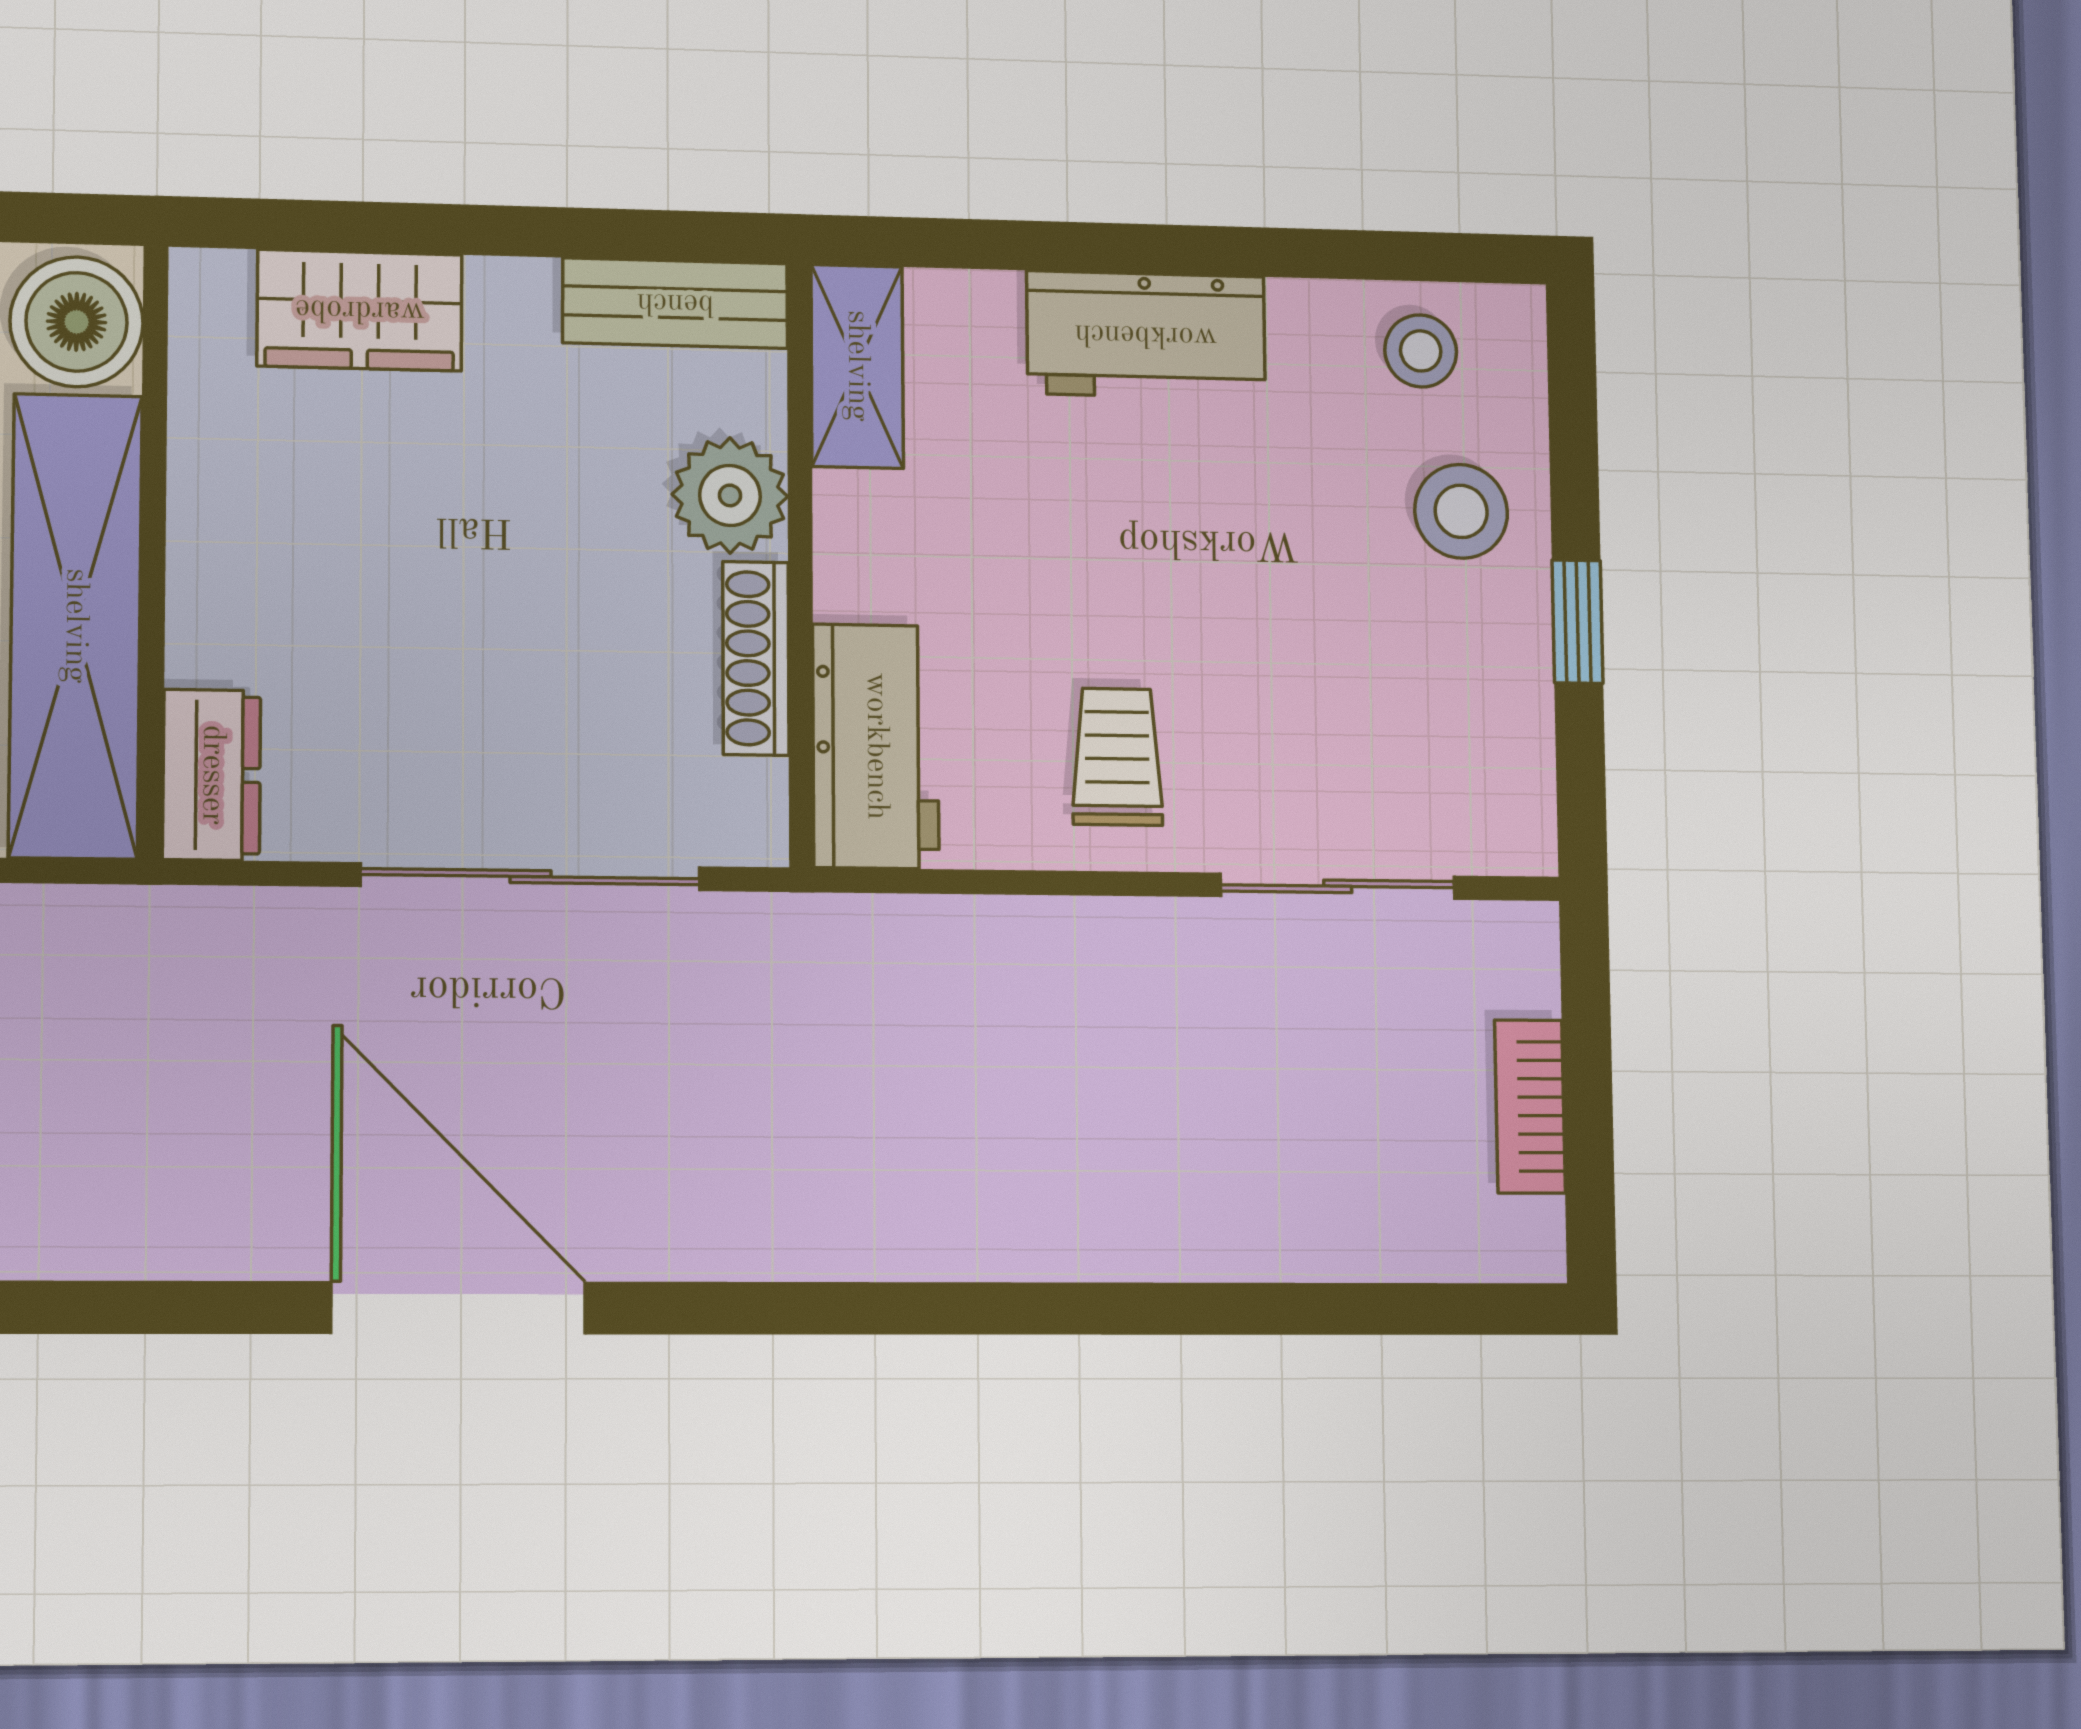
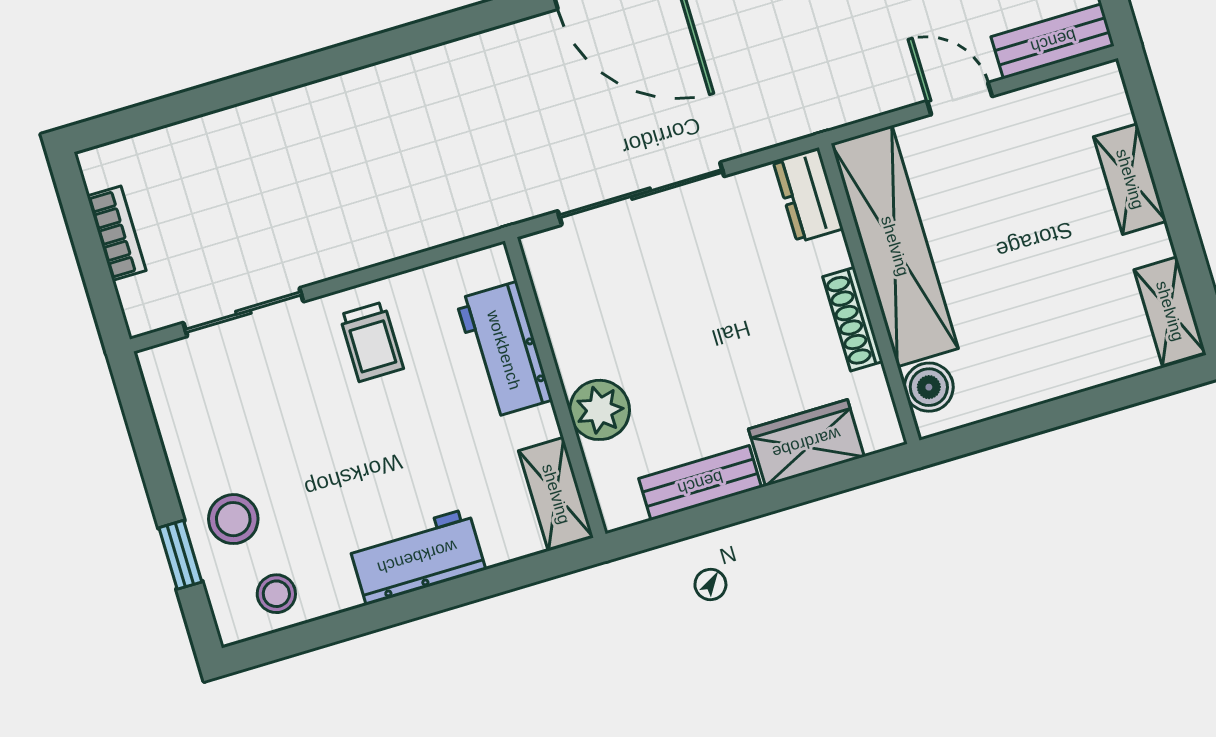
bench: (675, 303) -> (700, 483), moved
boiler: (77, 322) -> (929, 387), width x0.73, depth x0.73
window: (1577, 622) -> (180, 555), moved
shoe rack: (756, 658) -> (853, 319), moved, turned 180
workbench: (876, 746) -> (504, 350), moved

